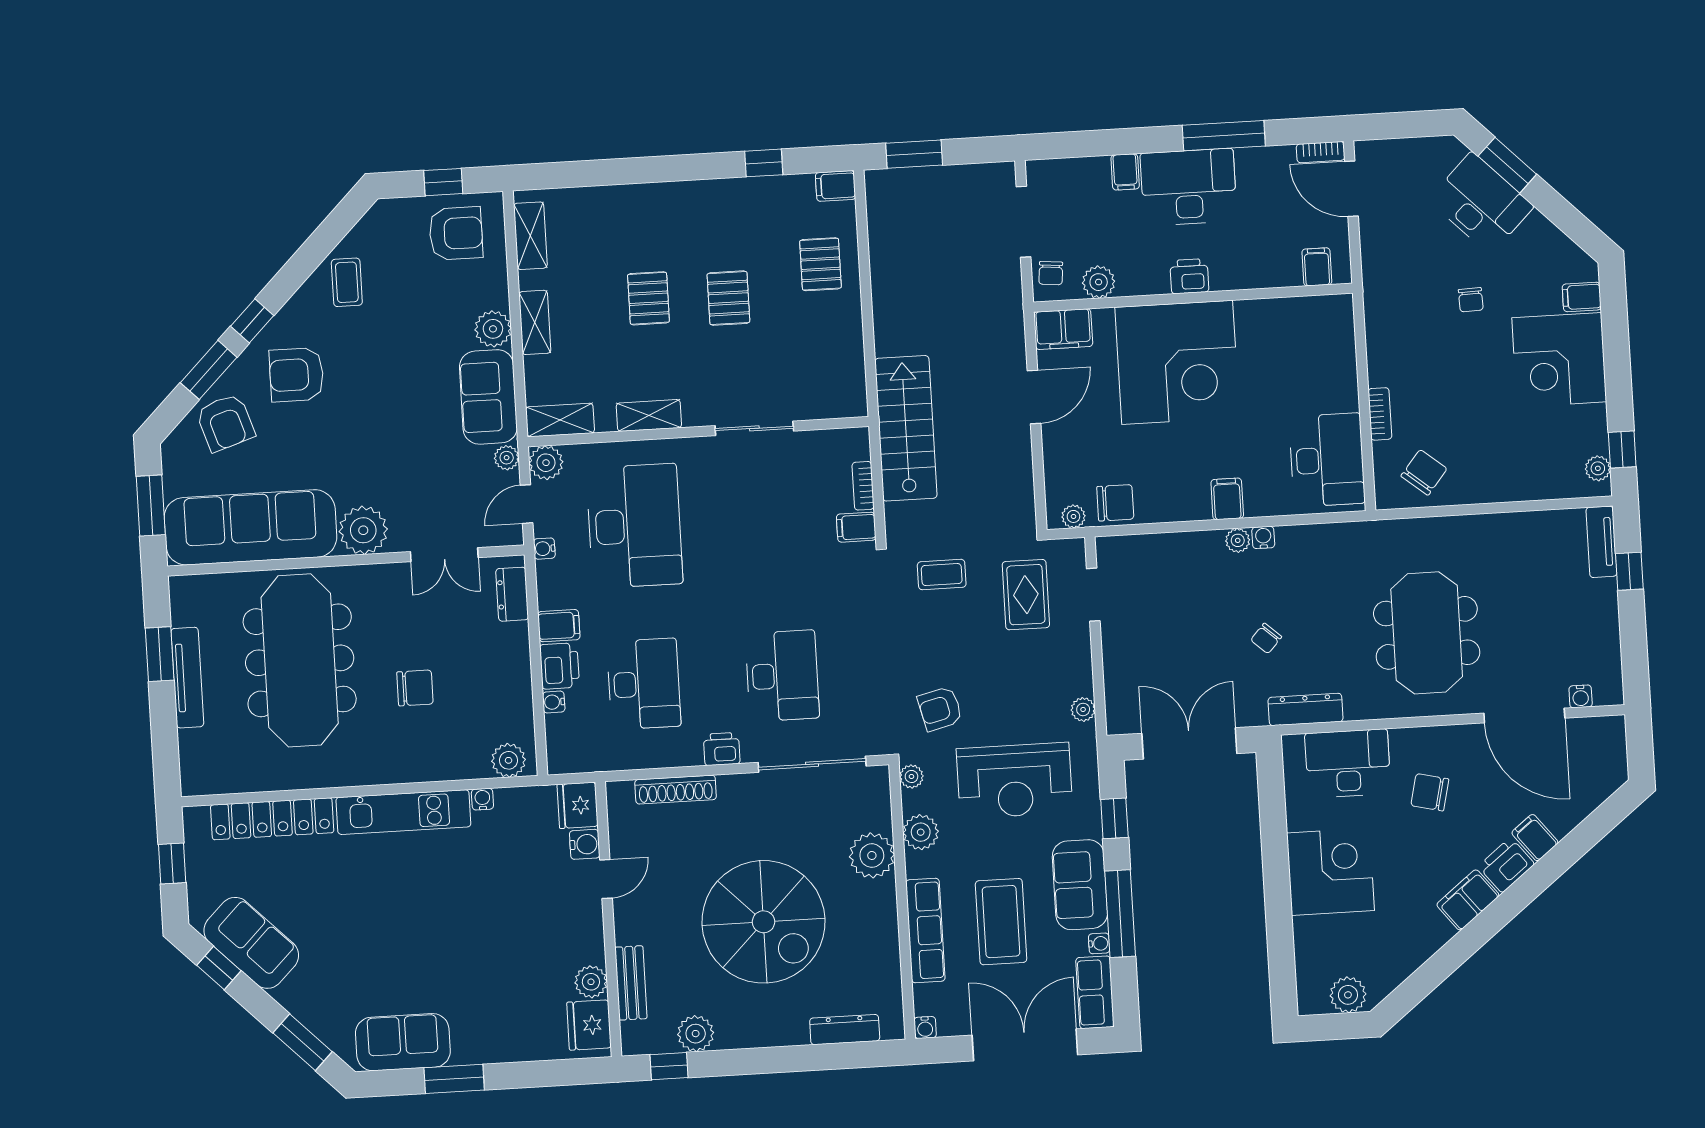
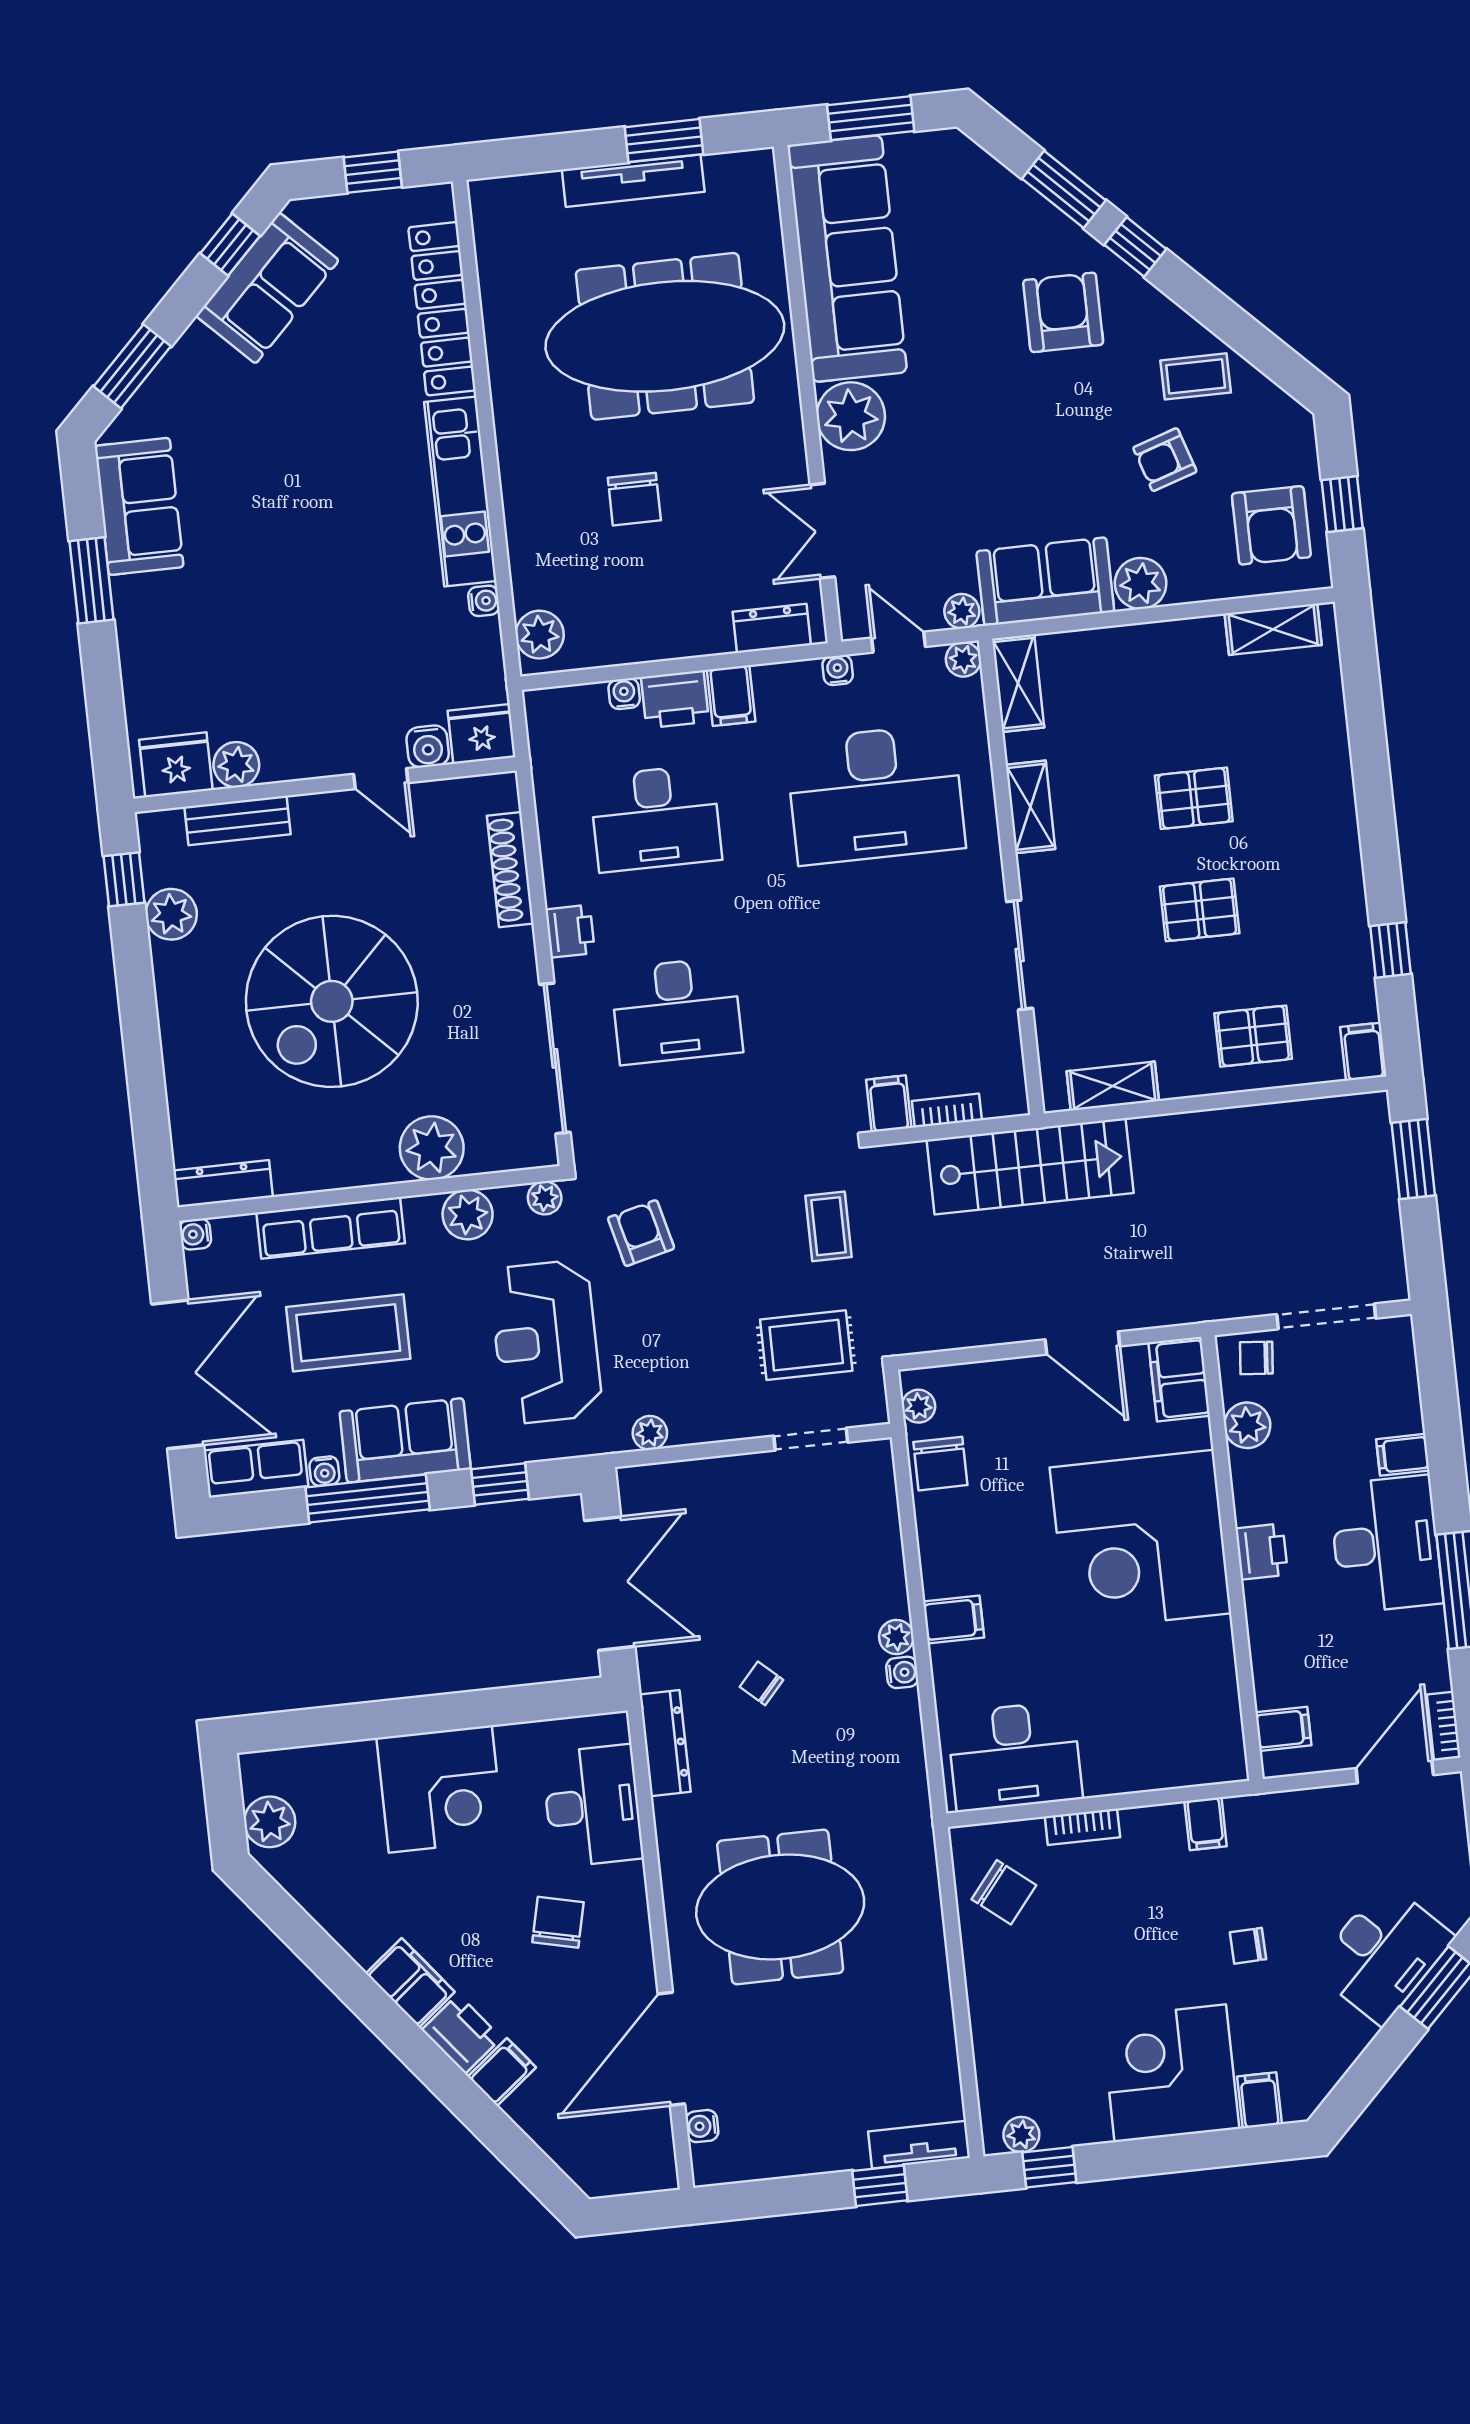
shelving: (535, 322) -> (1113, 1086), moved
filing cabinet: (1382, 326) -> (1206, 1824), added
armchair: (225, 423) -> (1165, 460), moved, width x0.72, depth x0.72
plant: (546, 463) -> (963, 659), width x0.73, depth x0.73
dresser: (845, 1030) -> (223, 1184), moved, turned -90

